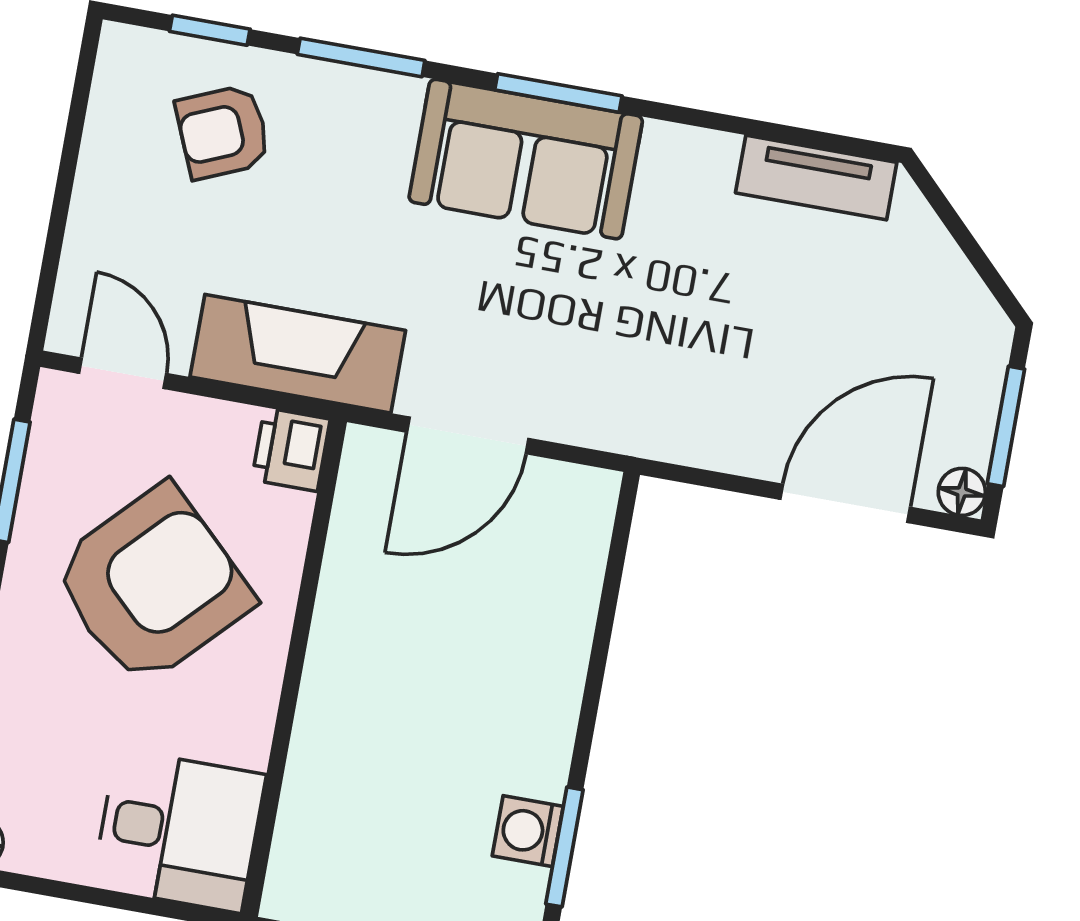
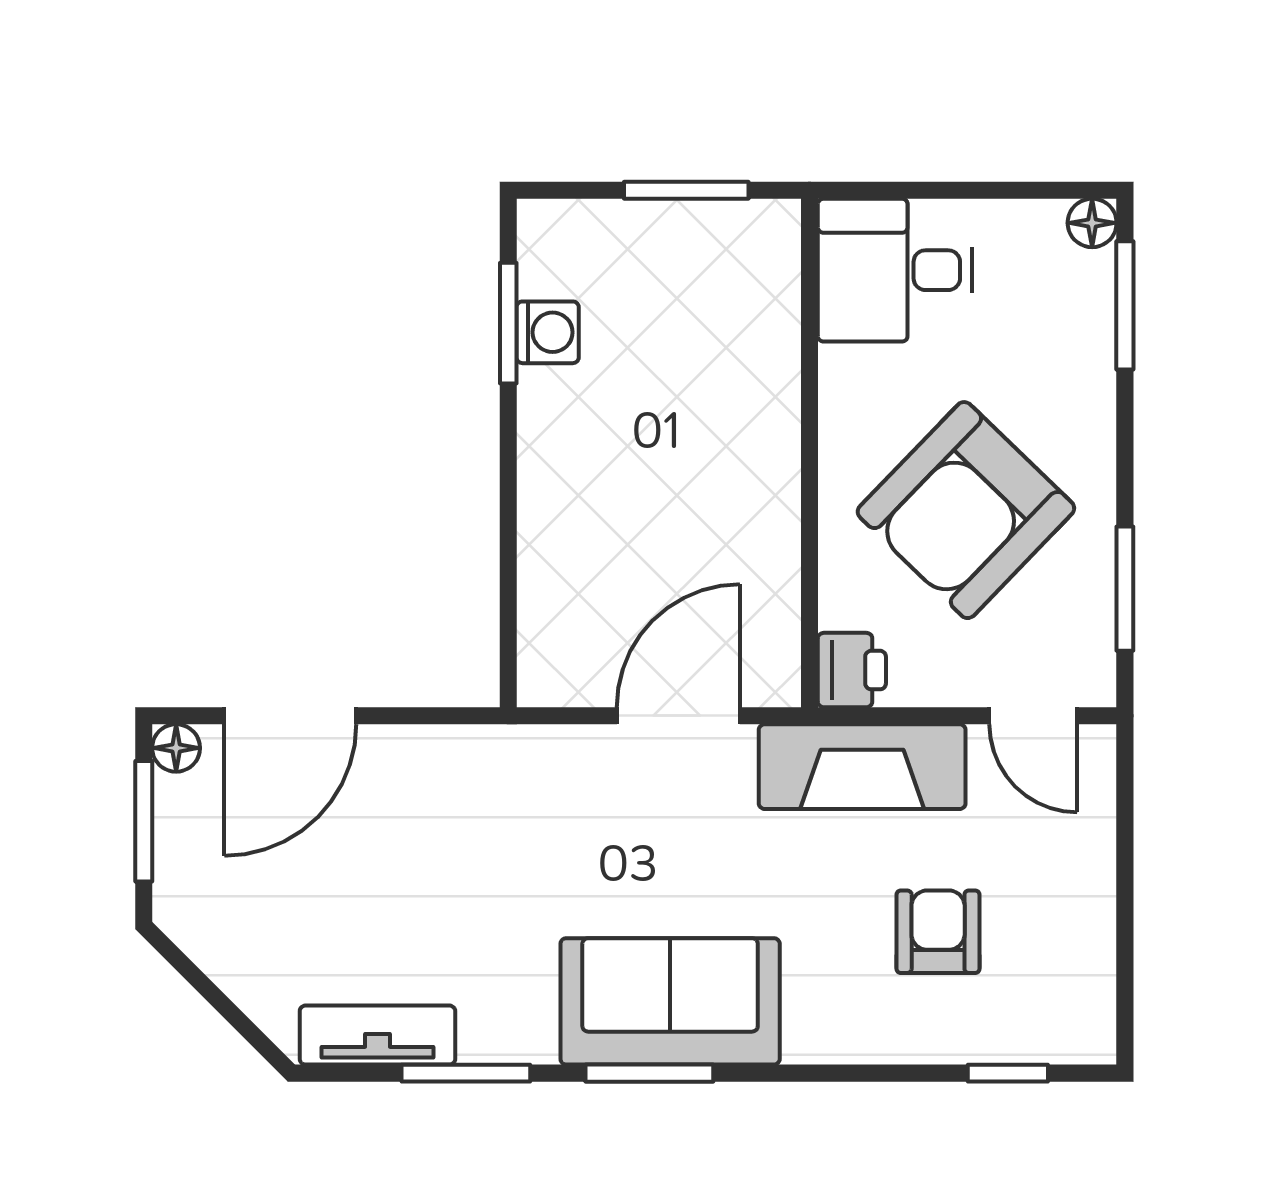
window: (361, 57) -> (466, 1073), moved
armchair: (223, 132) -> (938, 932), moved, turned -67

